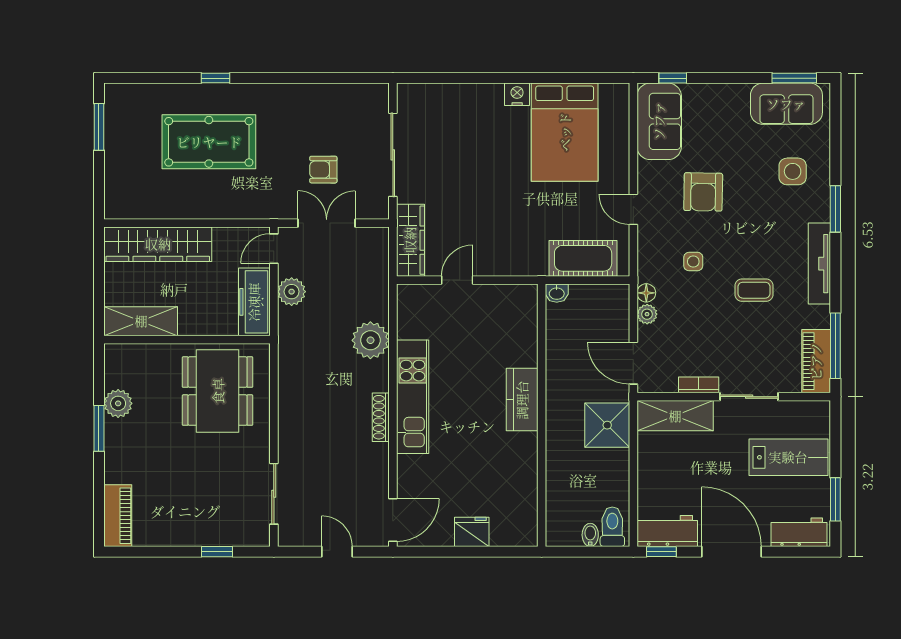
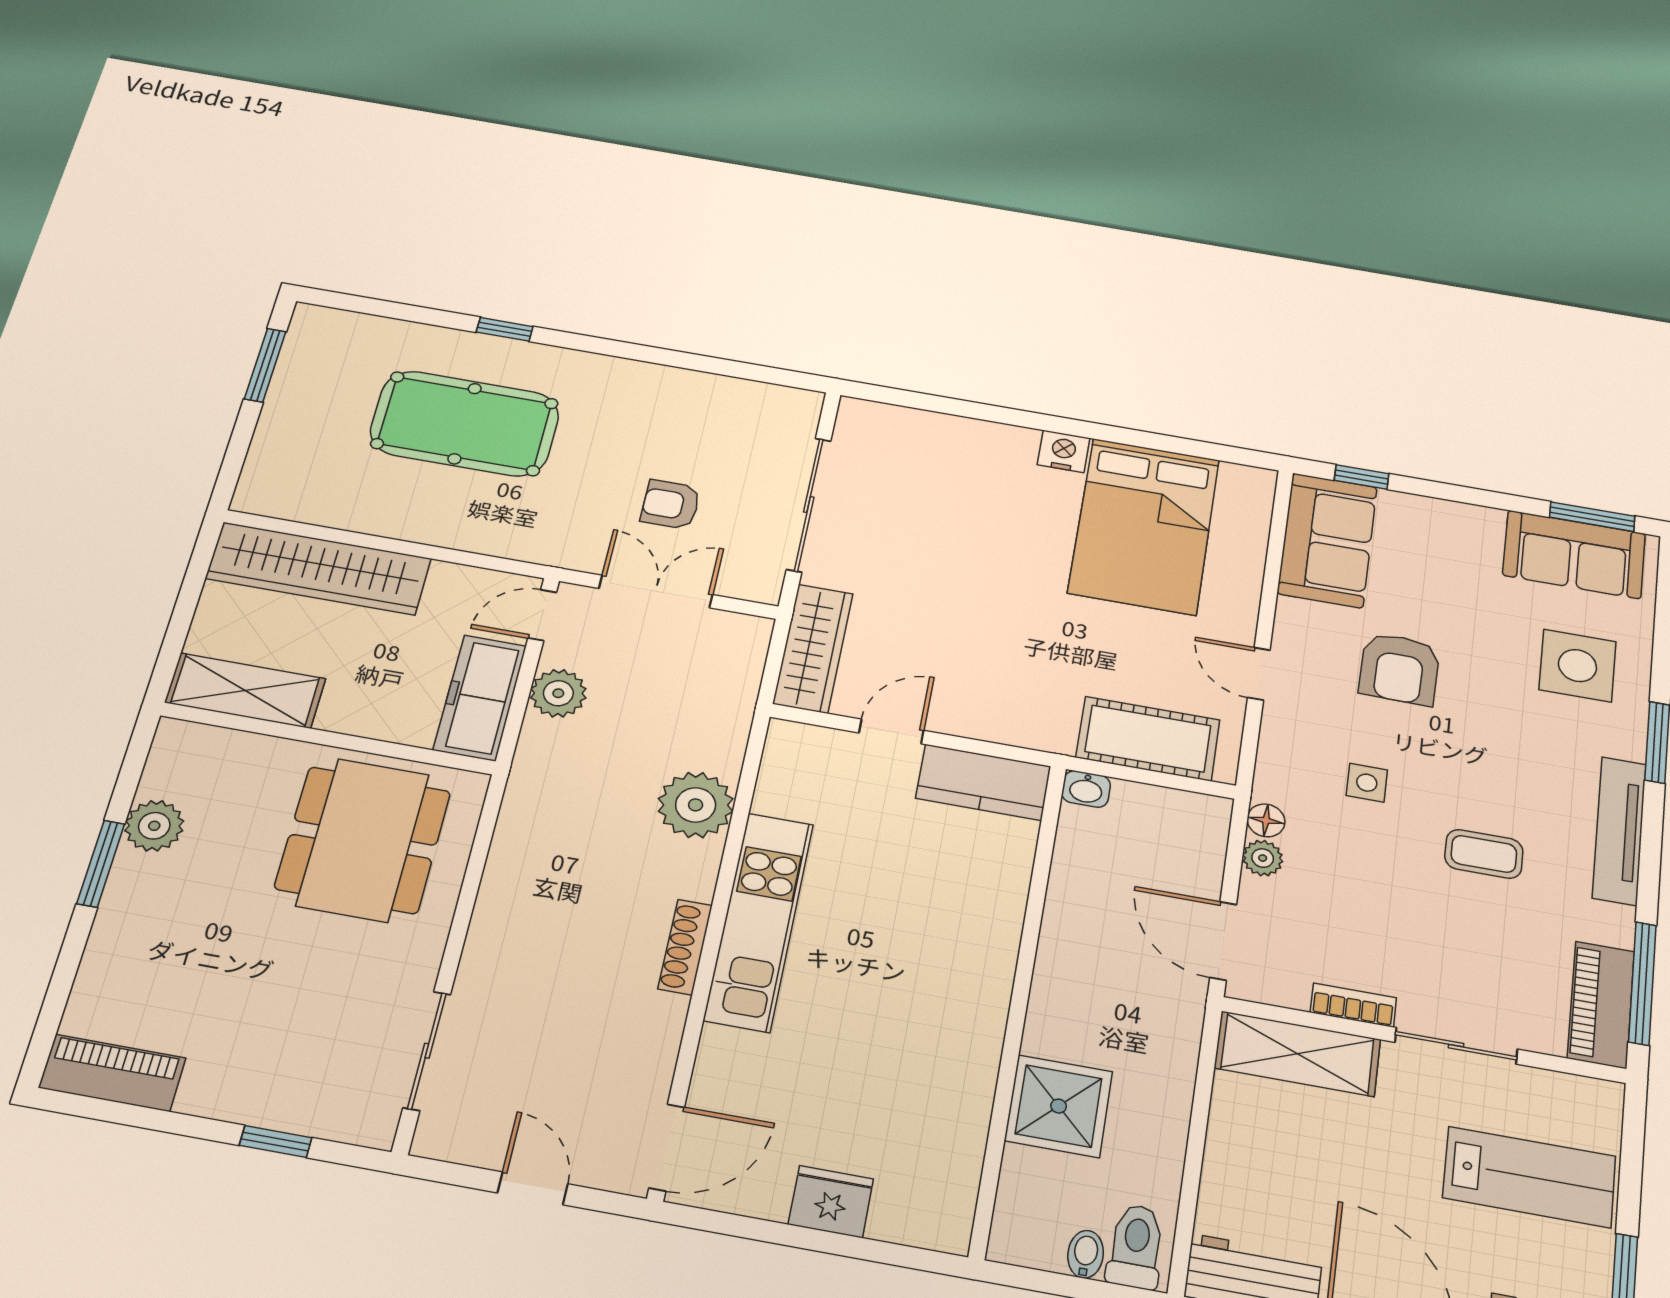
side table: (793, 171) -> (1577, 666), width x1.37, depth x1.37
kitchen counter: (522, 400) -> (983, 782), moved, turned -90
shower: (607, 425) -> (1059, 1106), moved
piano: (118, 516) -> (112, 1073), moved, turned -90

